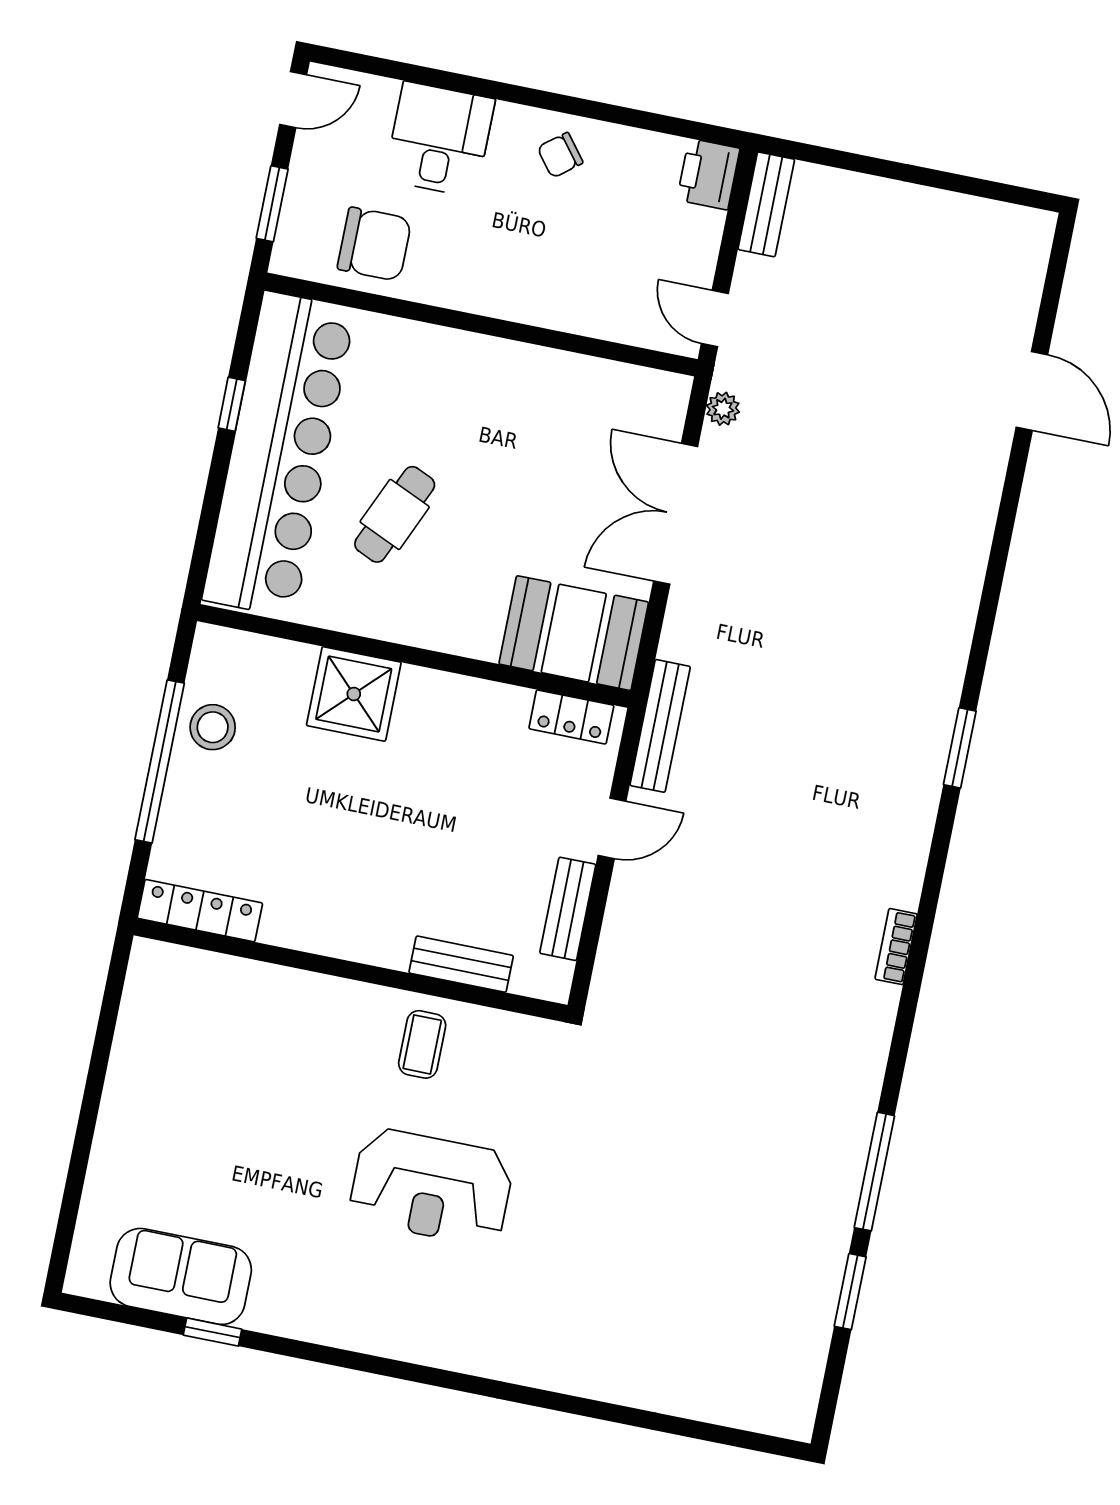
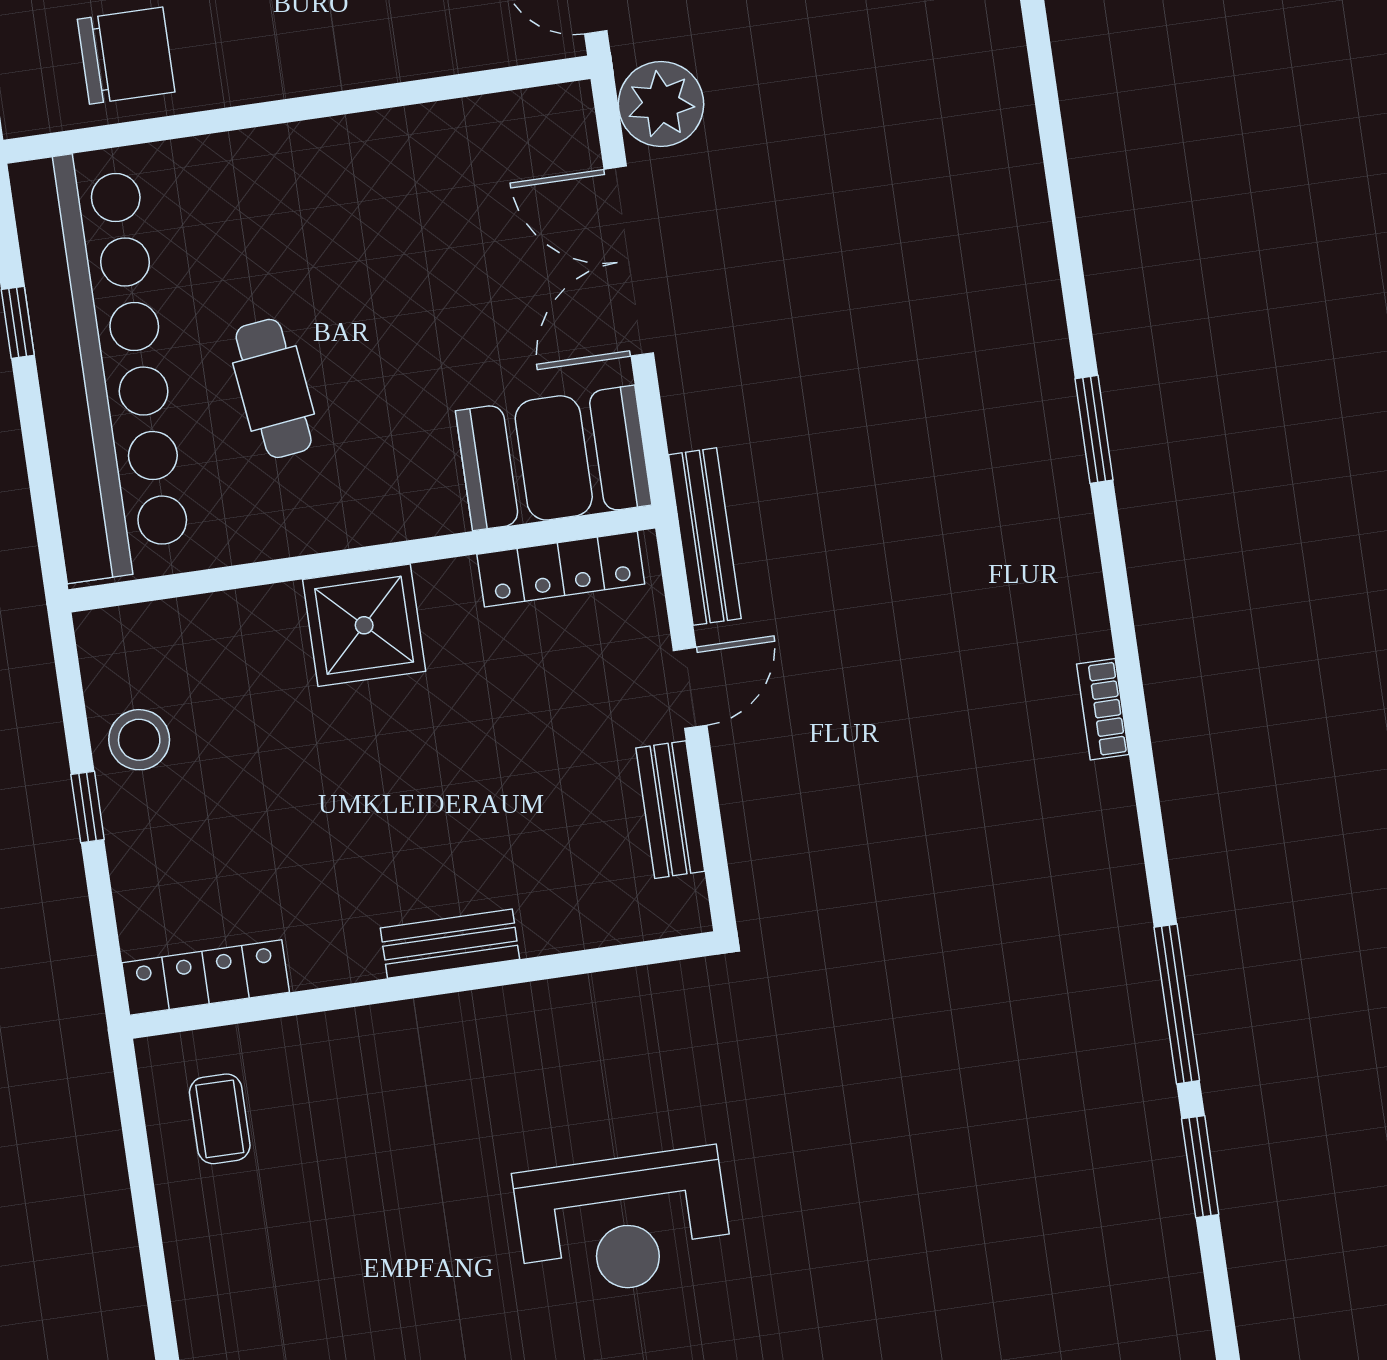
plant: (723, 409) -> (661, 104), width x1.88, depth x1.88
cafe table: (395, 514) -> (274, 388), turned -31
shower: (354, 694) -> (364, 625), moved
locker: (571, 717) -> (561, 569), width x1.53
window: (160, 761) -> (88, 807), width x0.32
bench: (461, 964) -> (450, 944), moved
coffee table: (422, 1044) -> (220, 1119), moved

